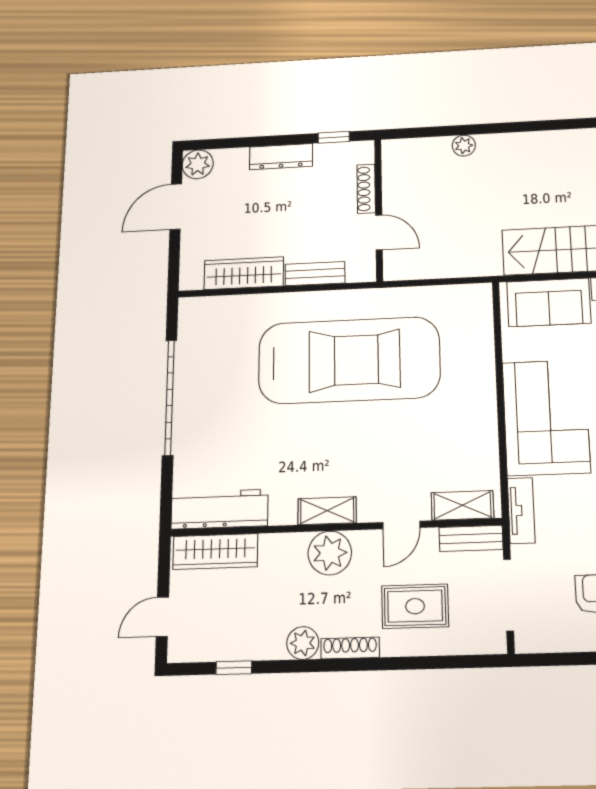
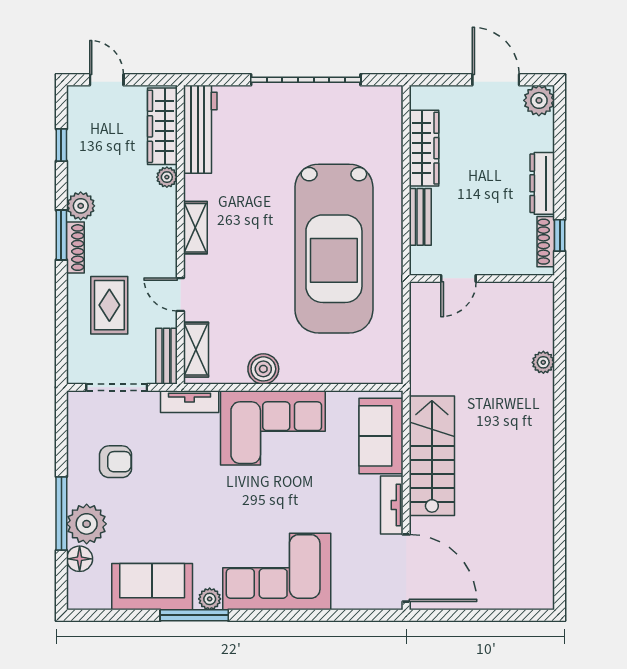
shoe rack: (366, 189) -> (546, 242), moved, turned -90
boiler: (481, 430) -> (263, 369), added
plant: (330, 553) -> (167, 177), moved, width x0.53, depth x0.53
window: (336, 665) -> (61, 235), added

